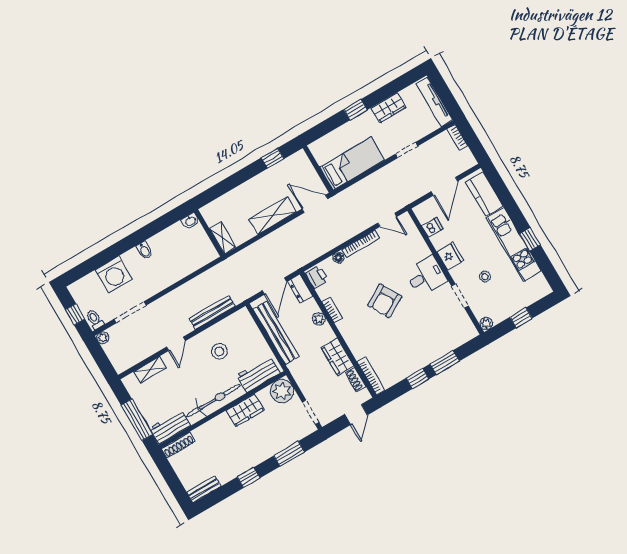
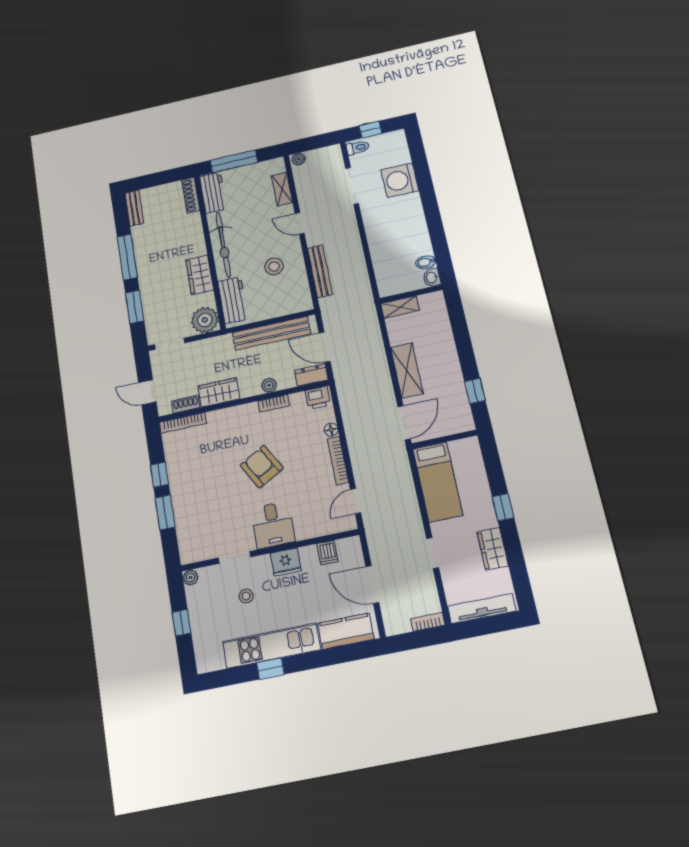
bidet: (144, 250) -> (426, 262), moved
plant: (103, 338) -> (299, 159), moved
window: (249, 478) -> (127, 257), width x2.17

